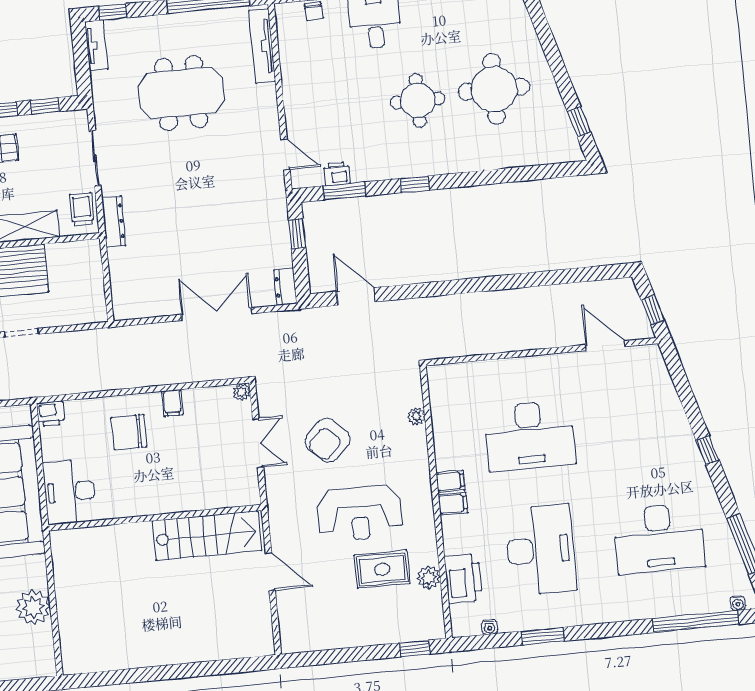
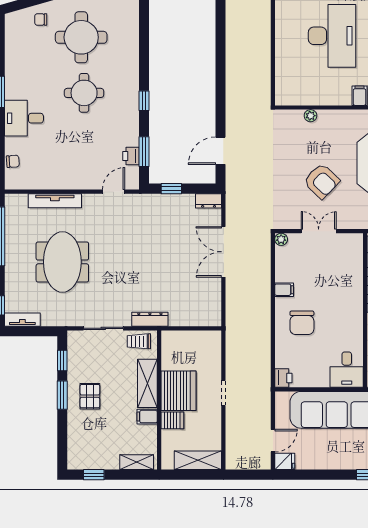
chair: (513, 31) -> (41, 19), added
tv unit: (262, 46) -> (55, 201), moved
desk: (70, 492) -> (347, 370), width x0.73

